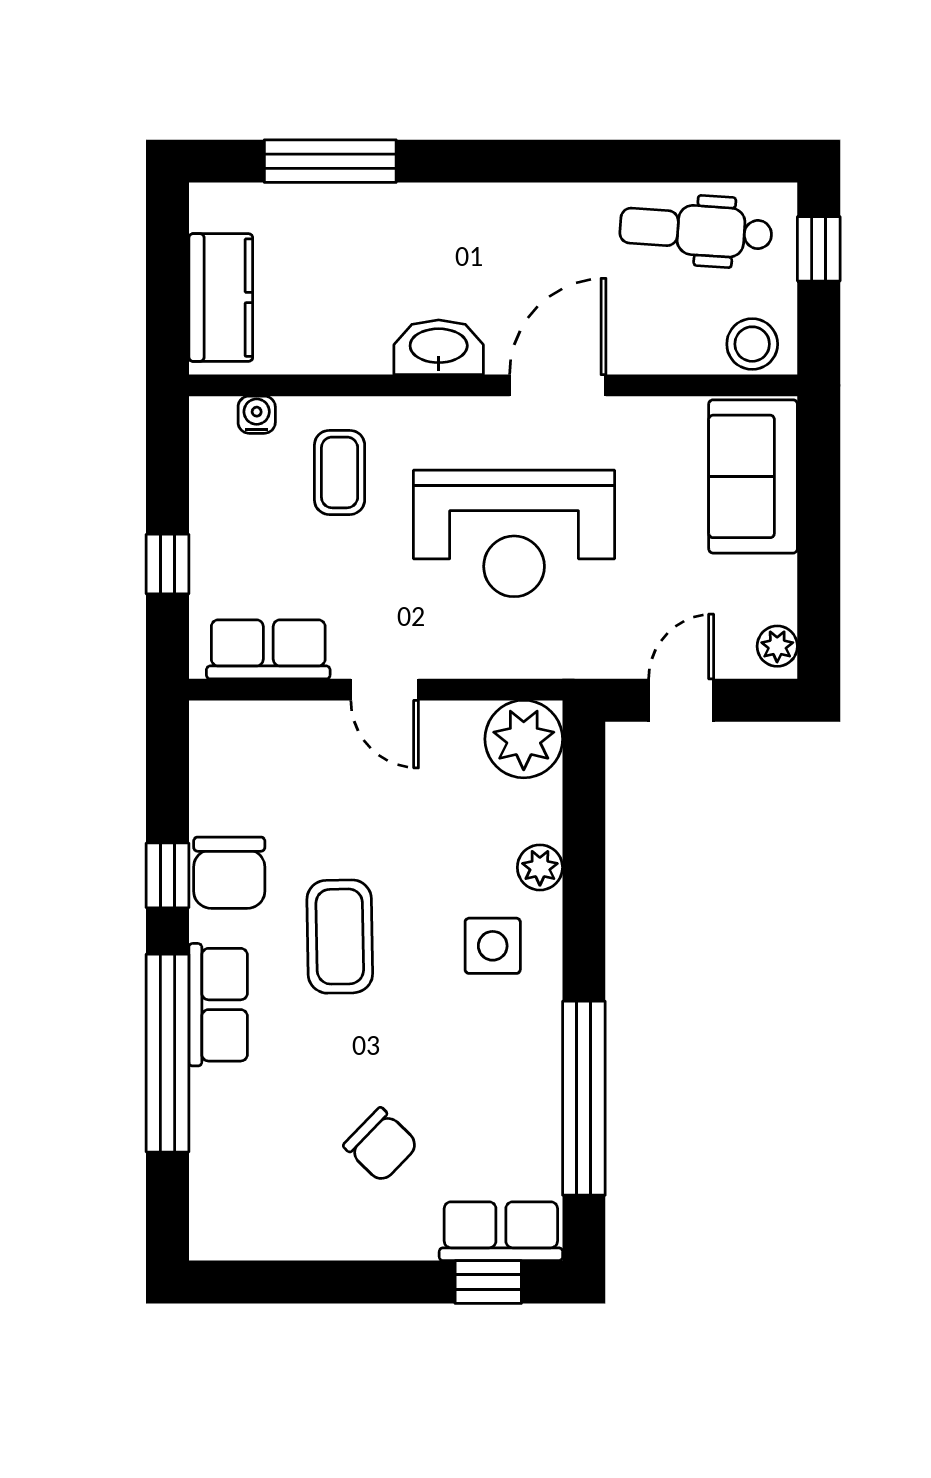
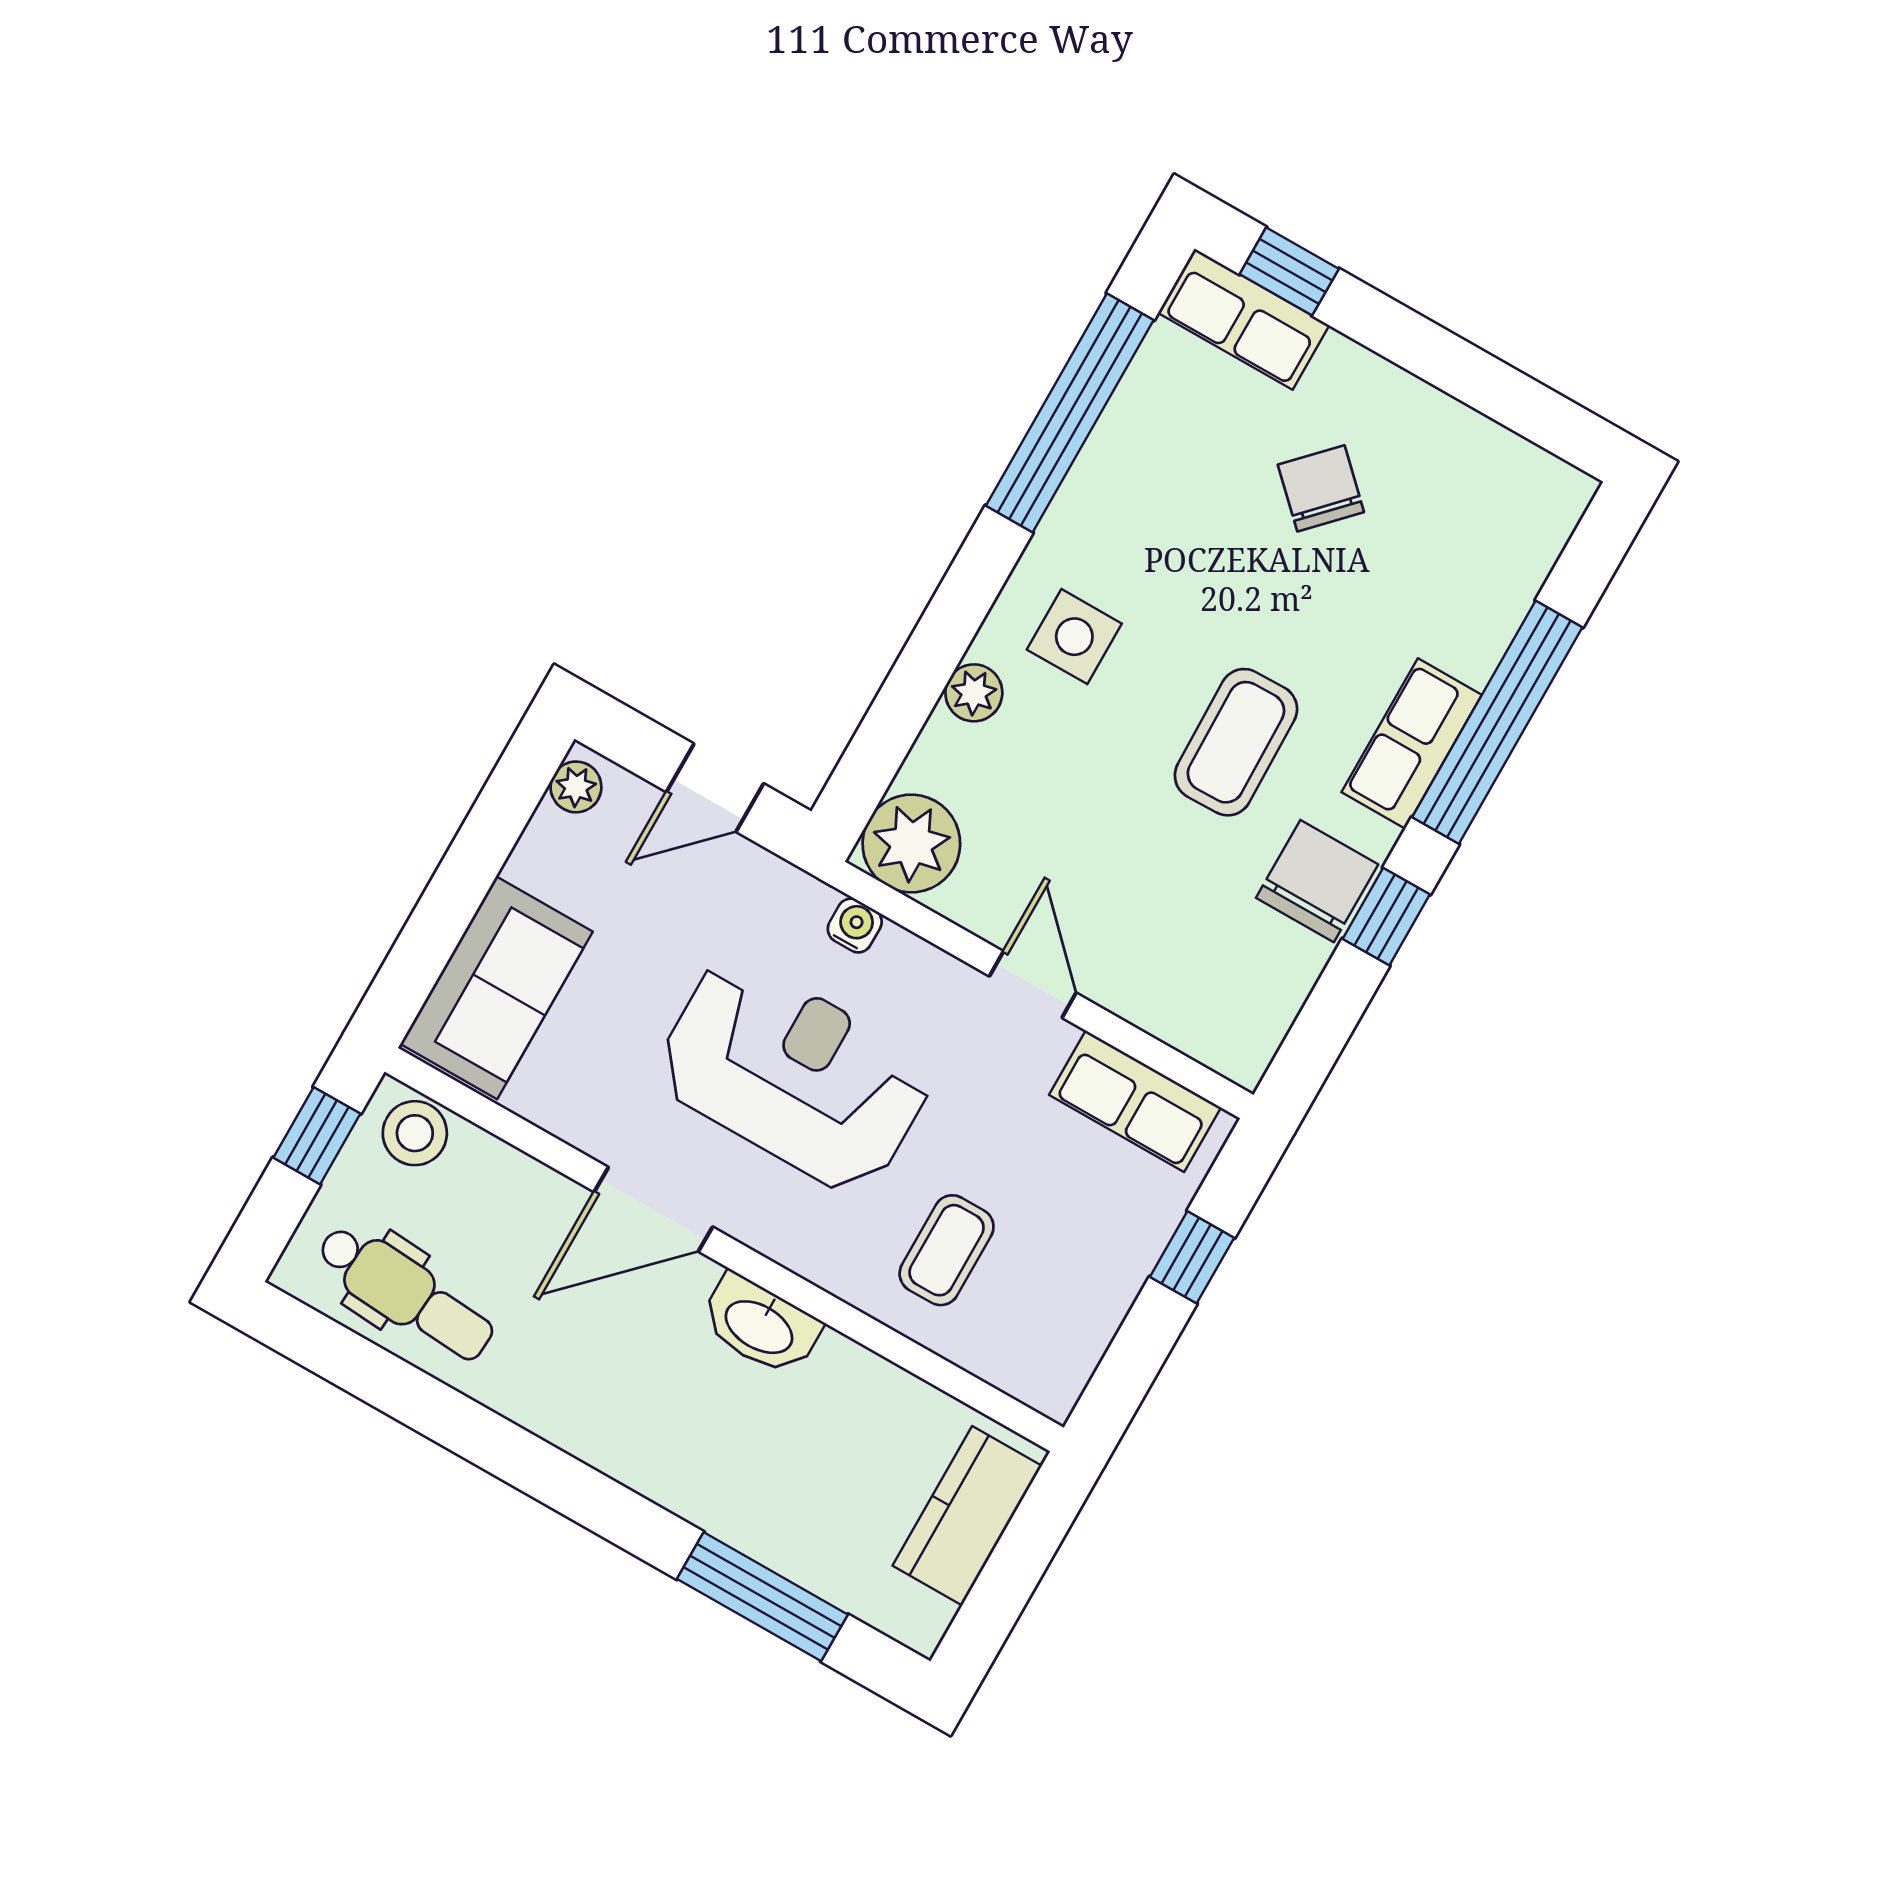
window: (819, 249) -> (317, 1136), moved
water cooler: (257, 415) -> (855, 925), moved, turned 180

